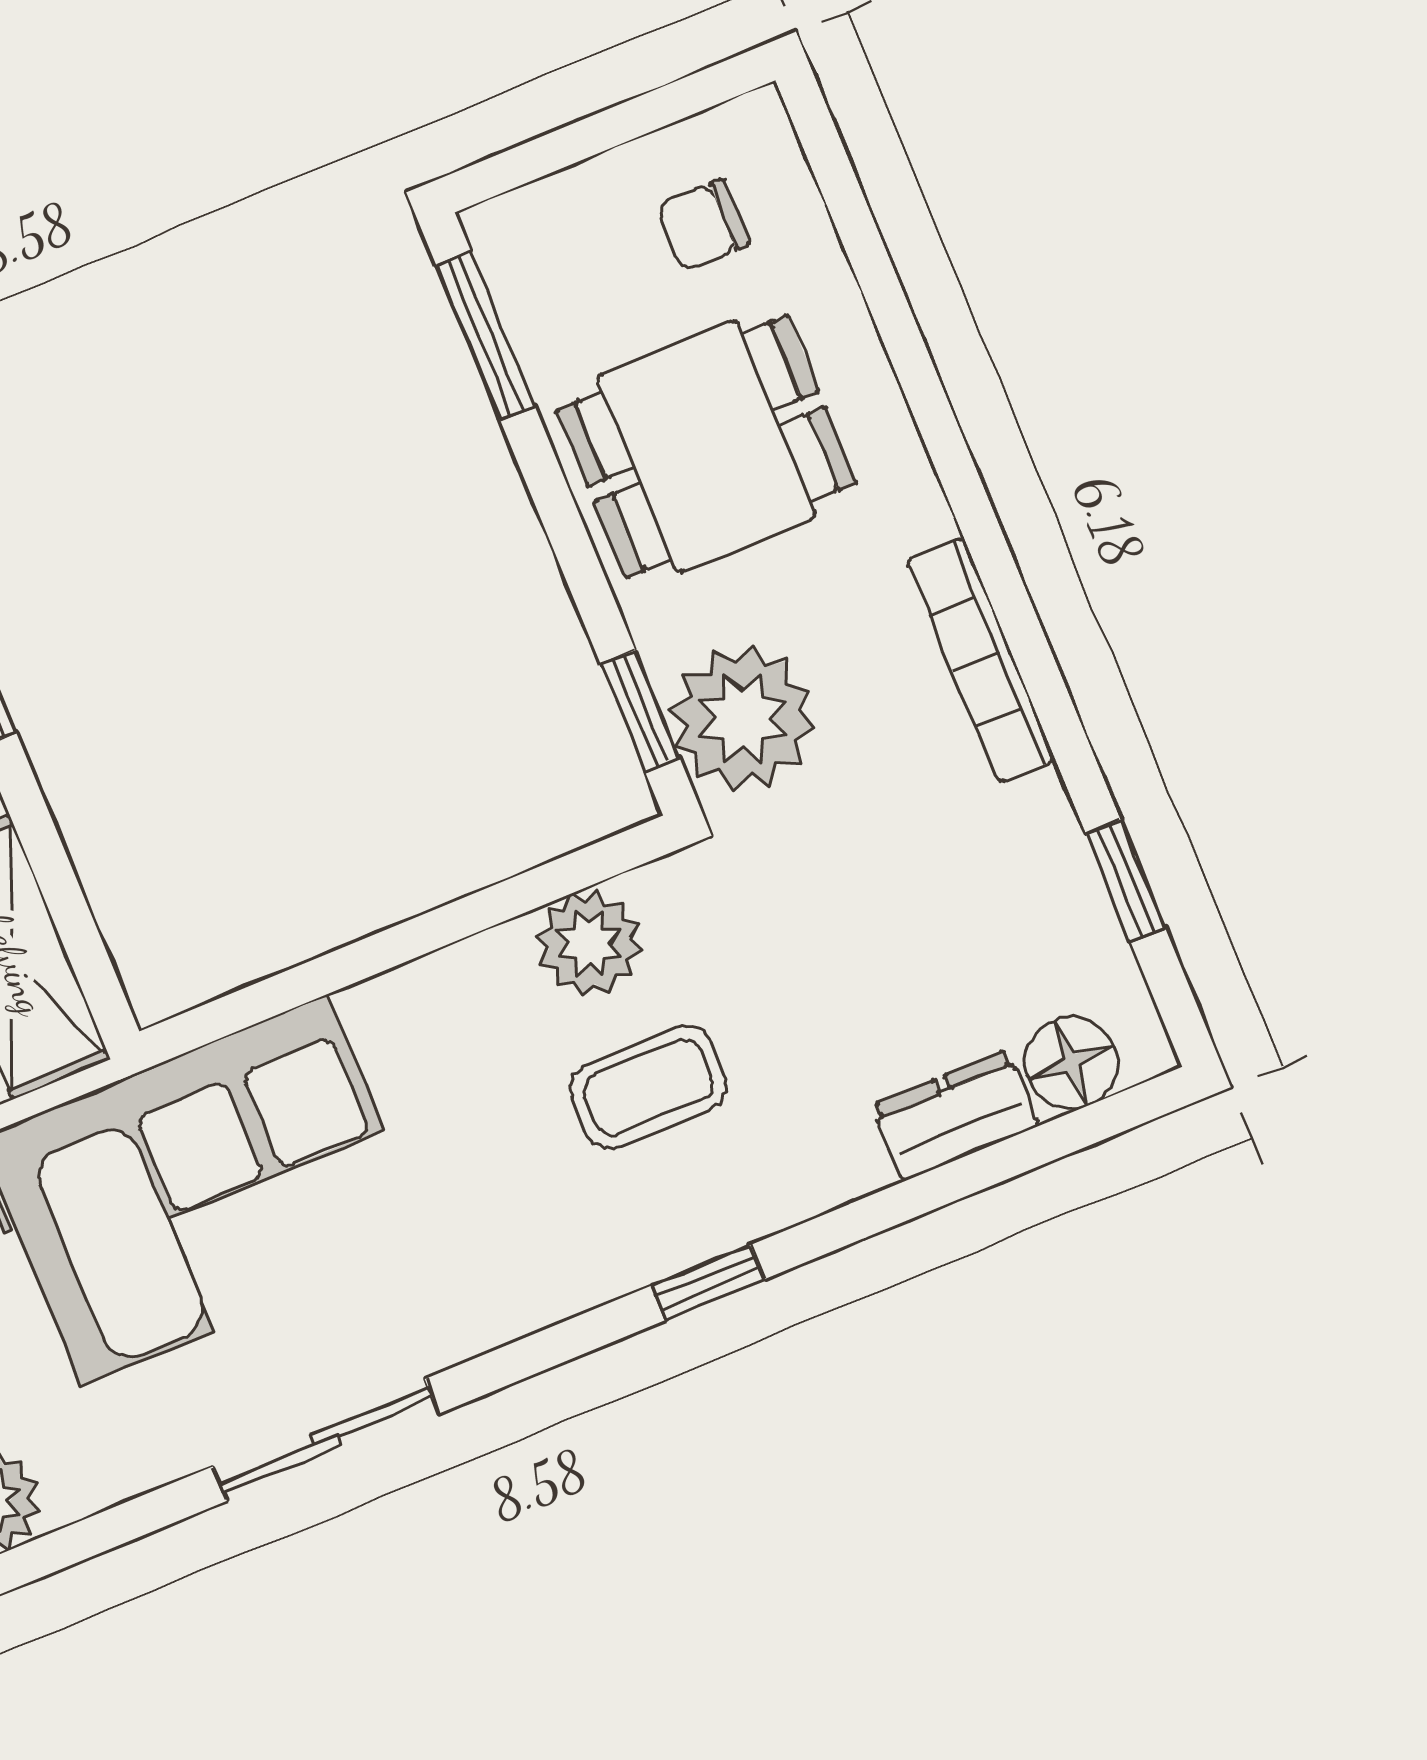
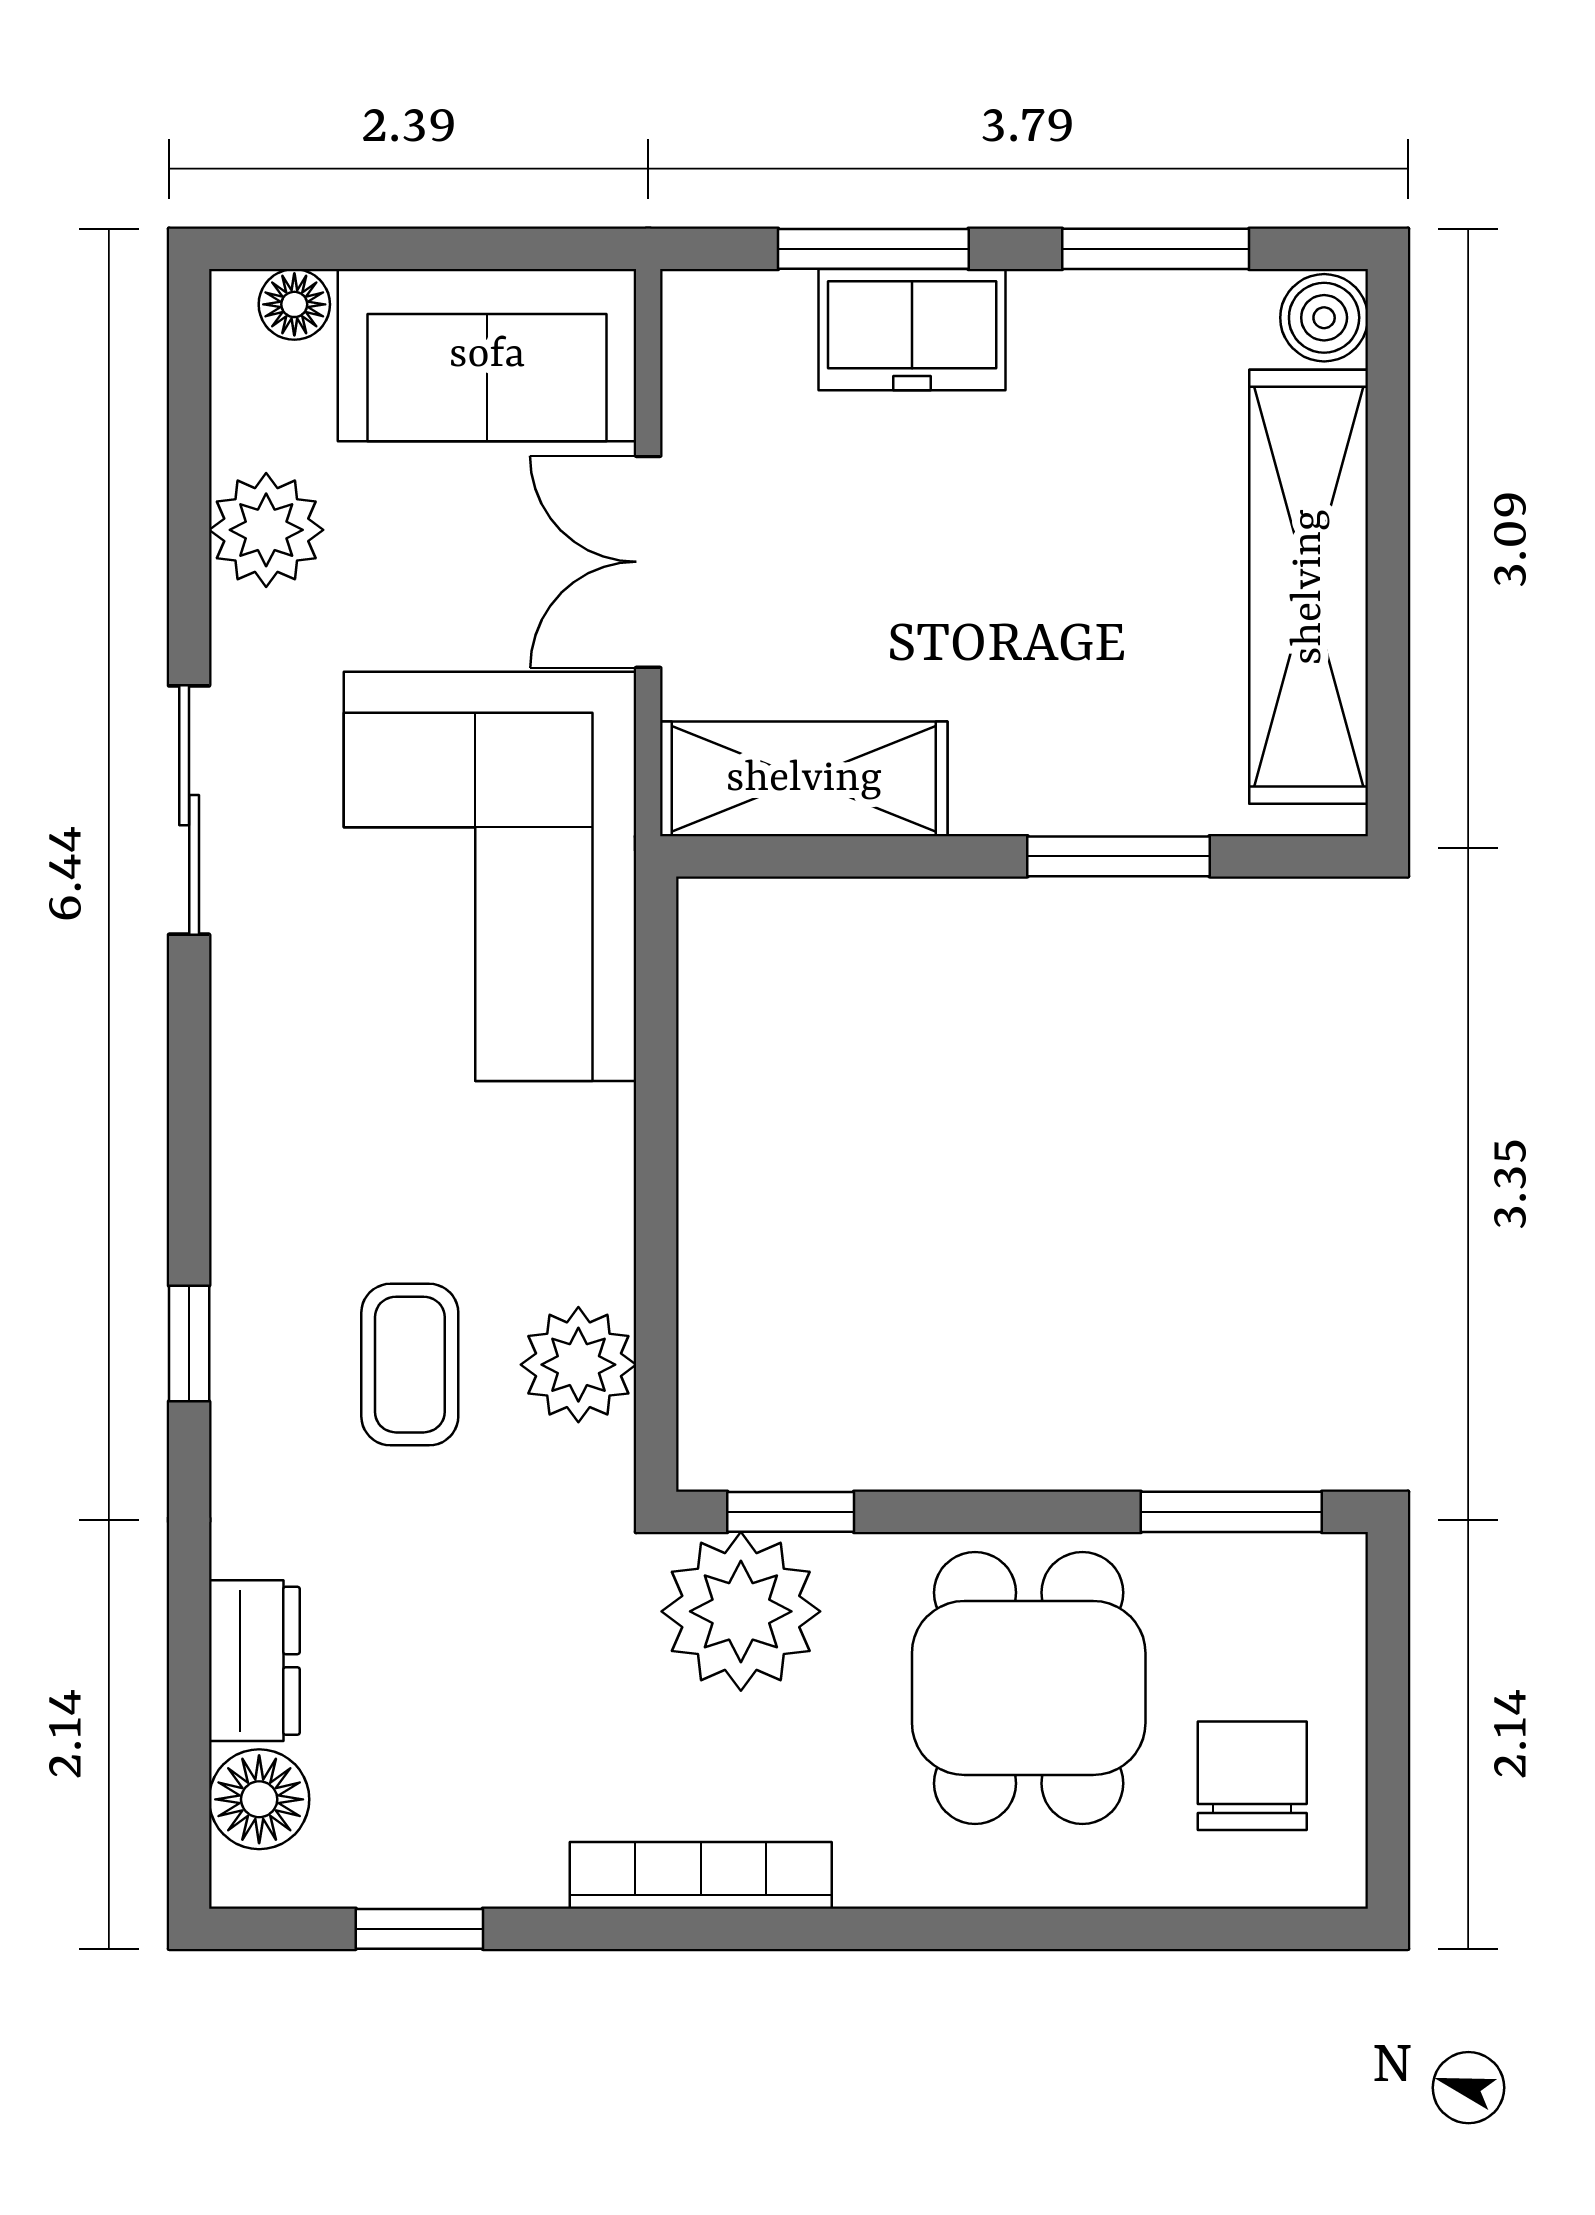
chair: (703, 225) -> (1252, 1776), width x1.37, depth x1.37
sliding door: (326, 1440) -> (189, 810), moved

